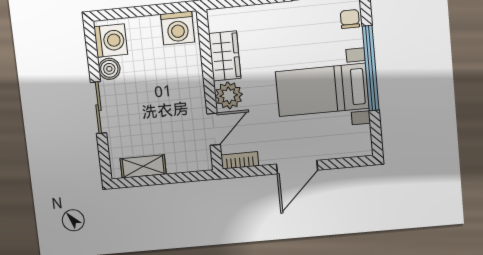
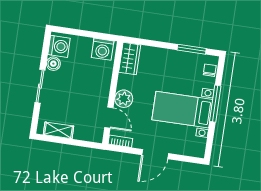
wardrobe: (225, 56) -> (130, 59), moved
window: (371, 68) -> (215, 104), width x0.68
door: (214, 129) -> (109, 118), hinge flipped

